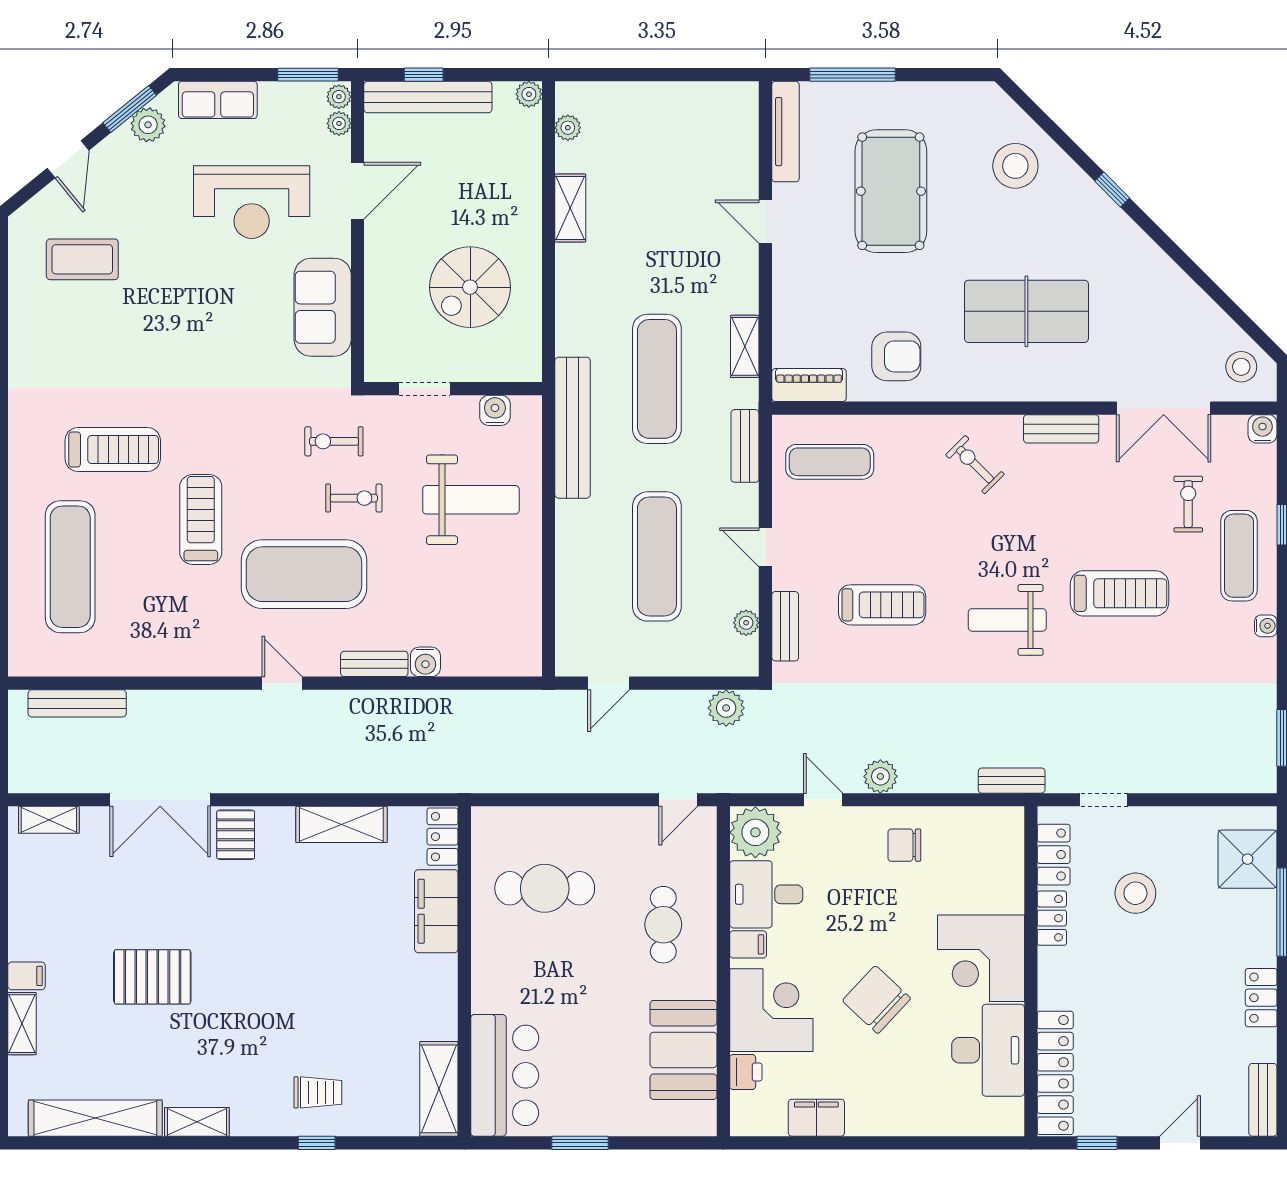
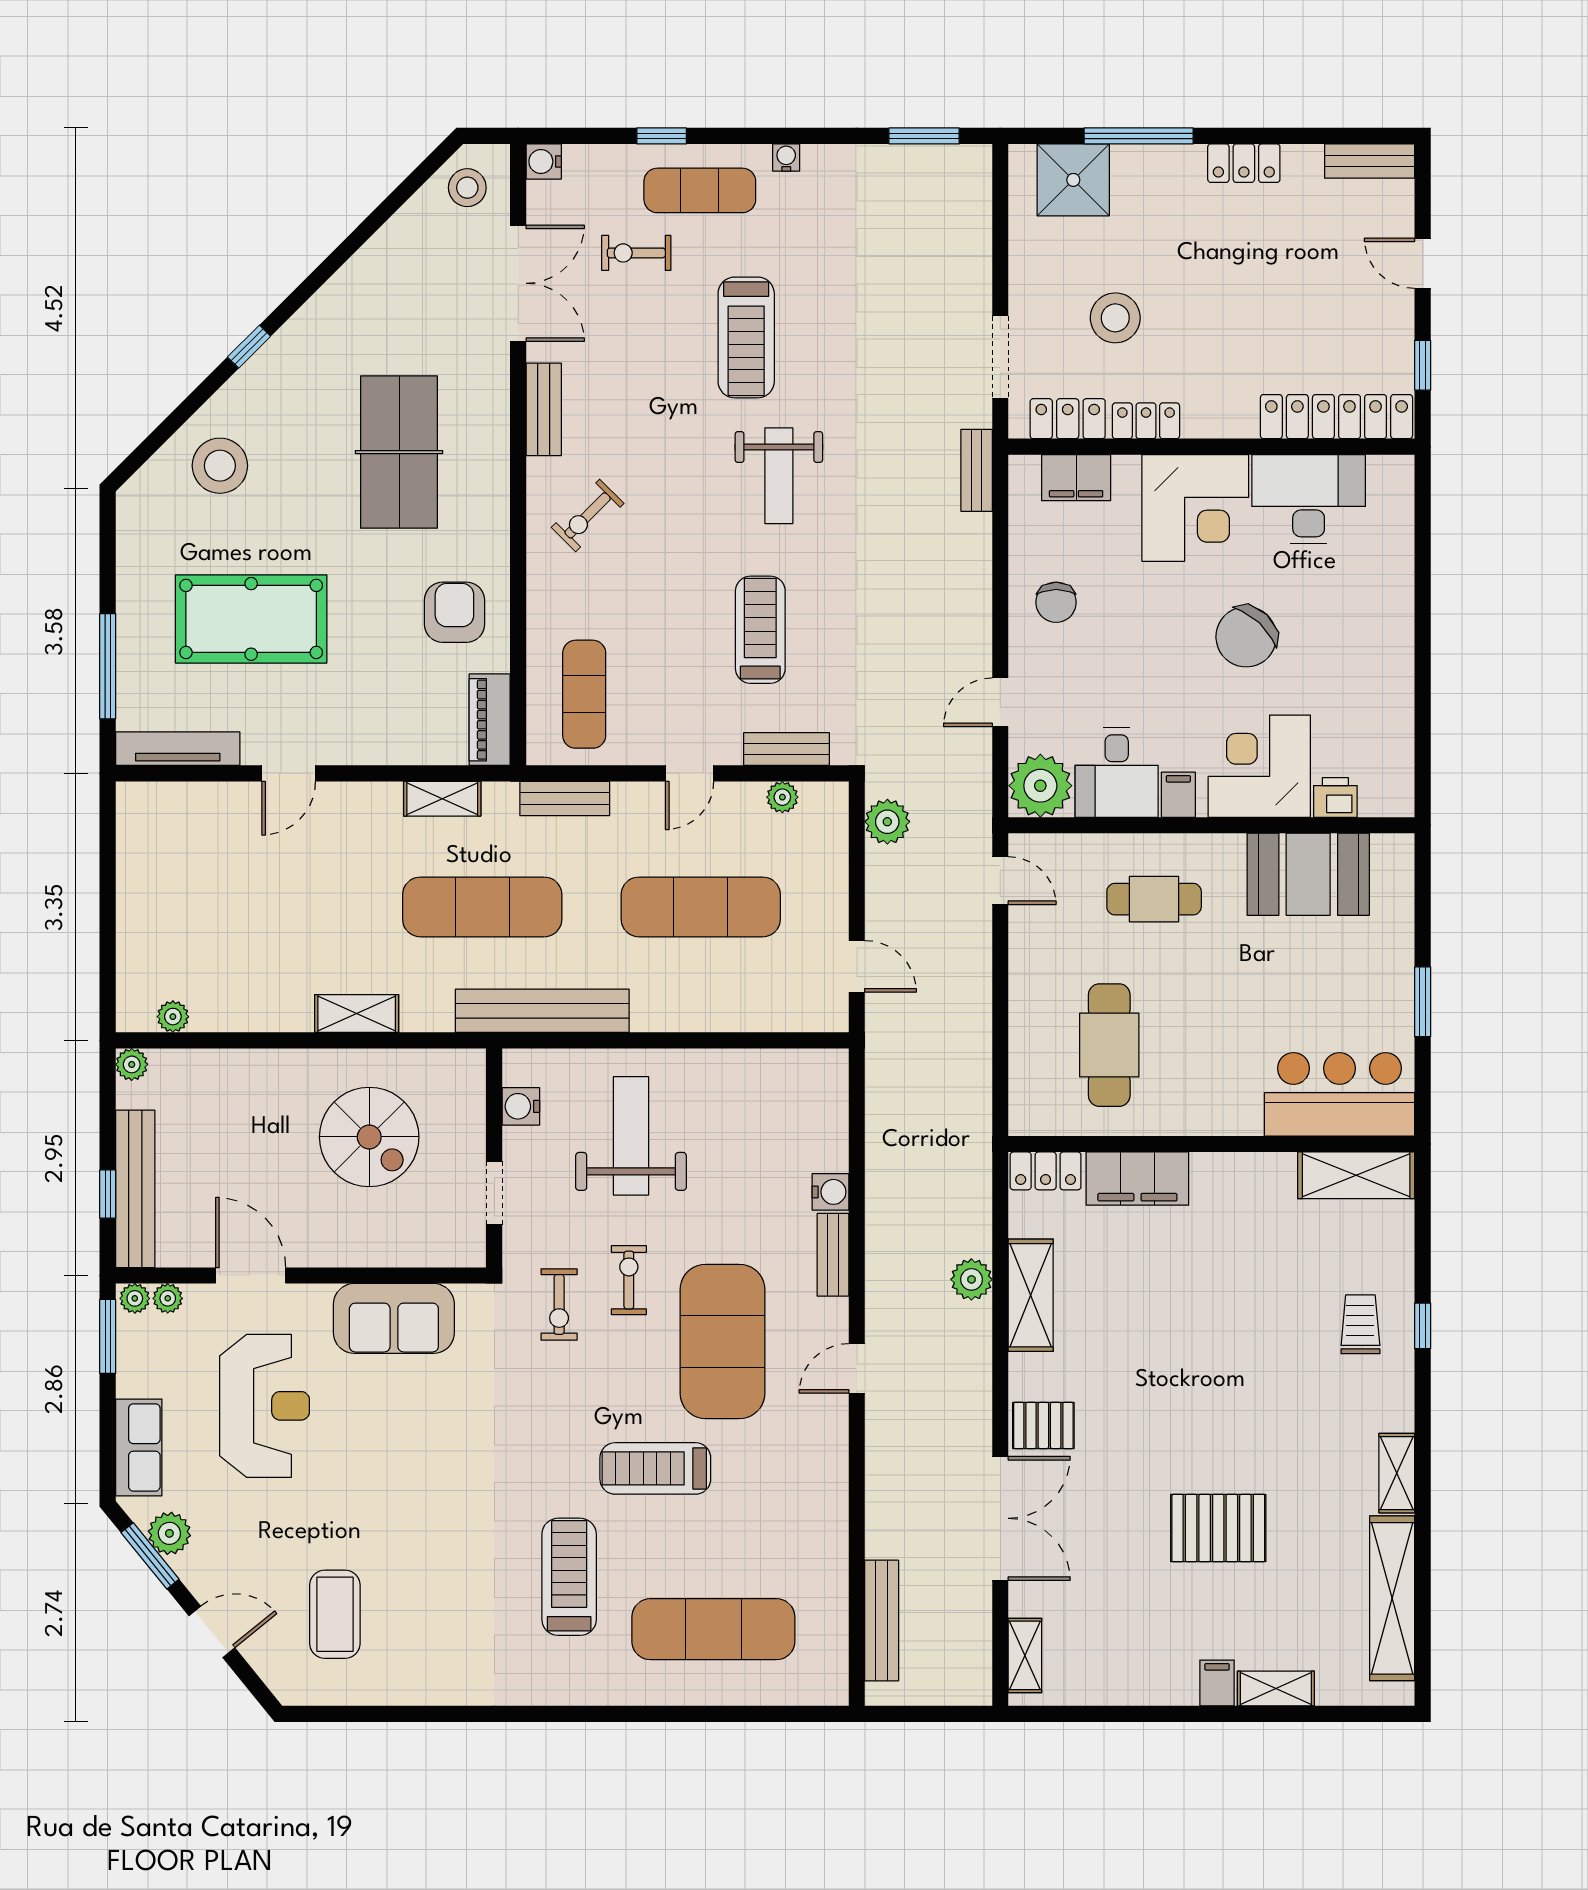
shelving: (570, 208) -> (357, 1014), moved
treadmill: (1120, 593) -> (746, 337), turned 180
plant: (880, 776) -> (971, 1279), moved
doorway: (1104, 800) -> (1000, 357), width x1.38
pallet: (152, 977) -> (1218, 1528), turned 90
filing cabinet: (816, 1118) -> (1076, 478), moved, turned -90

